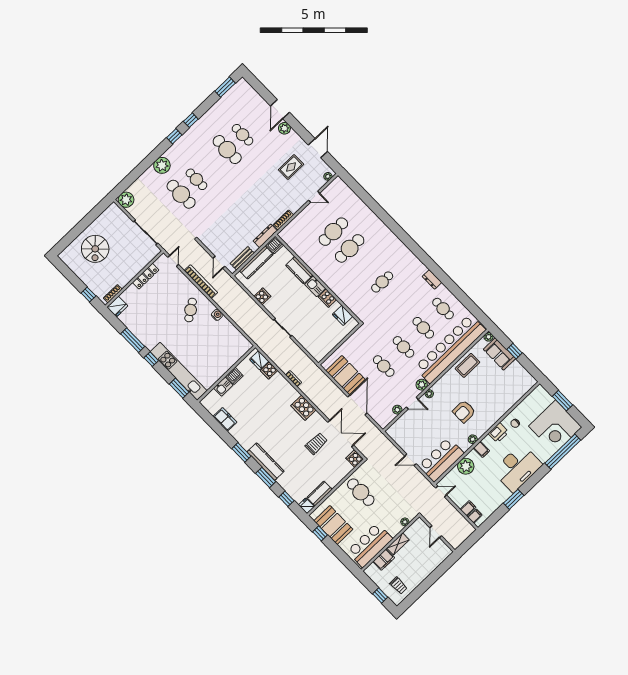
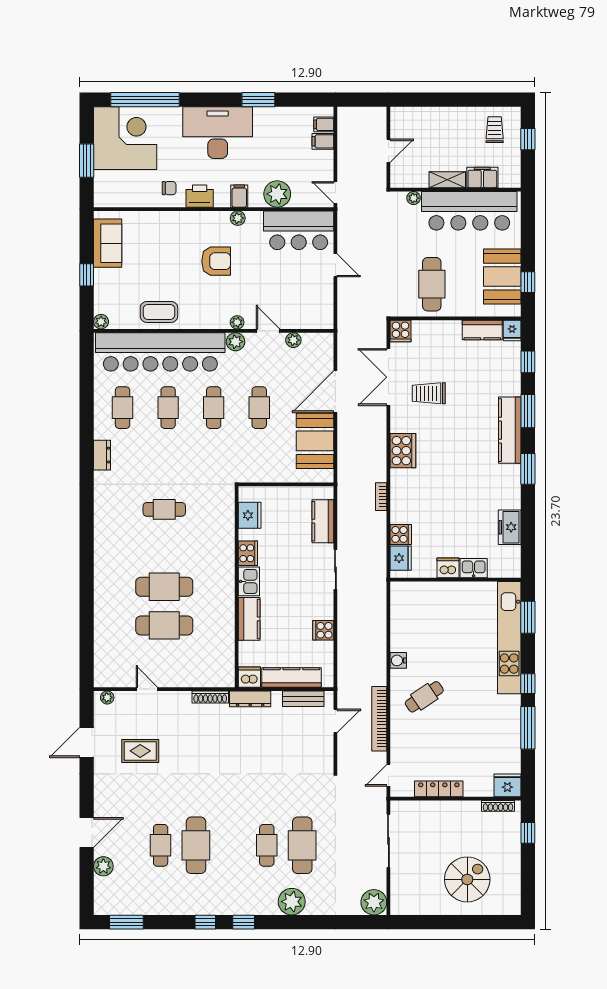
plant: (284, 128) -> (103, 866), moved
kitchen counter: (308, 344) -> (323, 521), added
sofa: (499, 354) -> (108, 243), moved
bar counter: (370, 545) -> (469, 211), width x1.36

